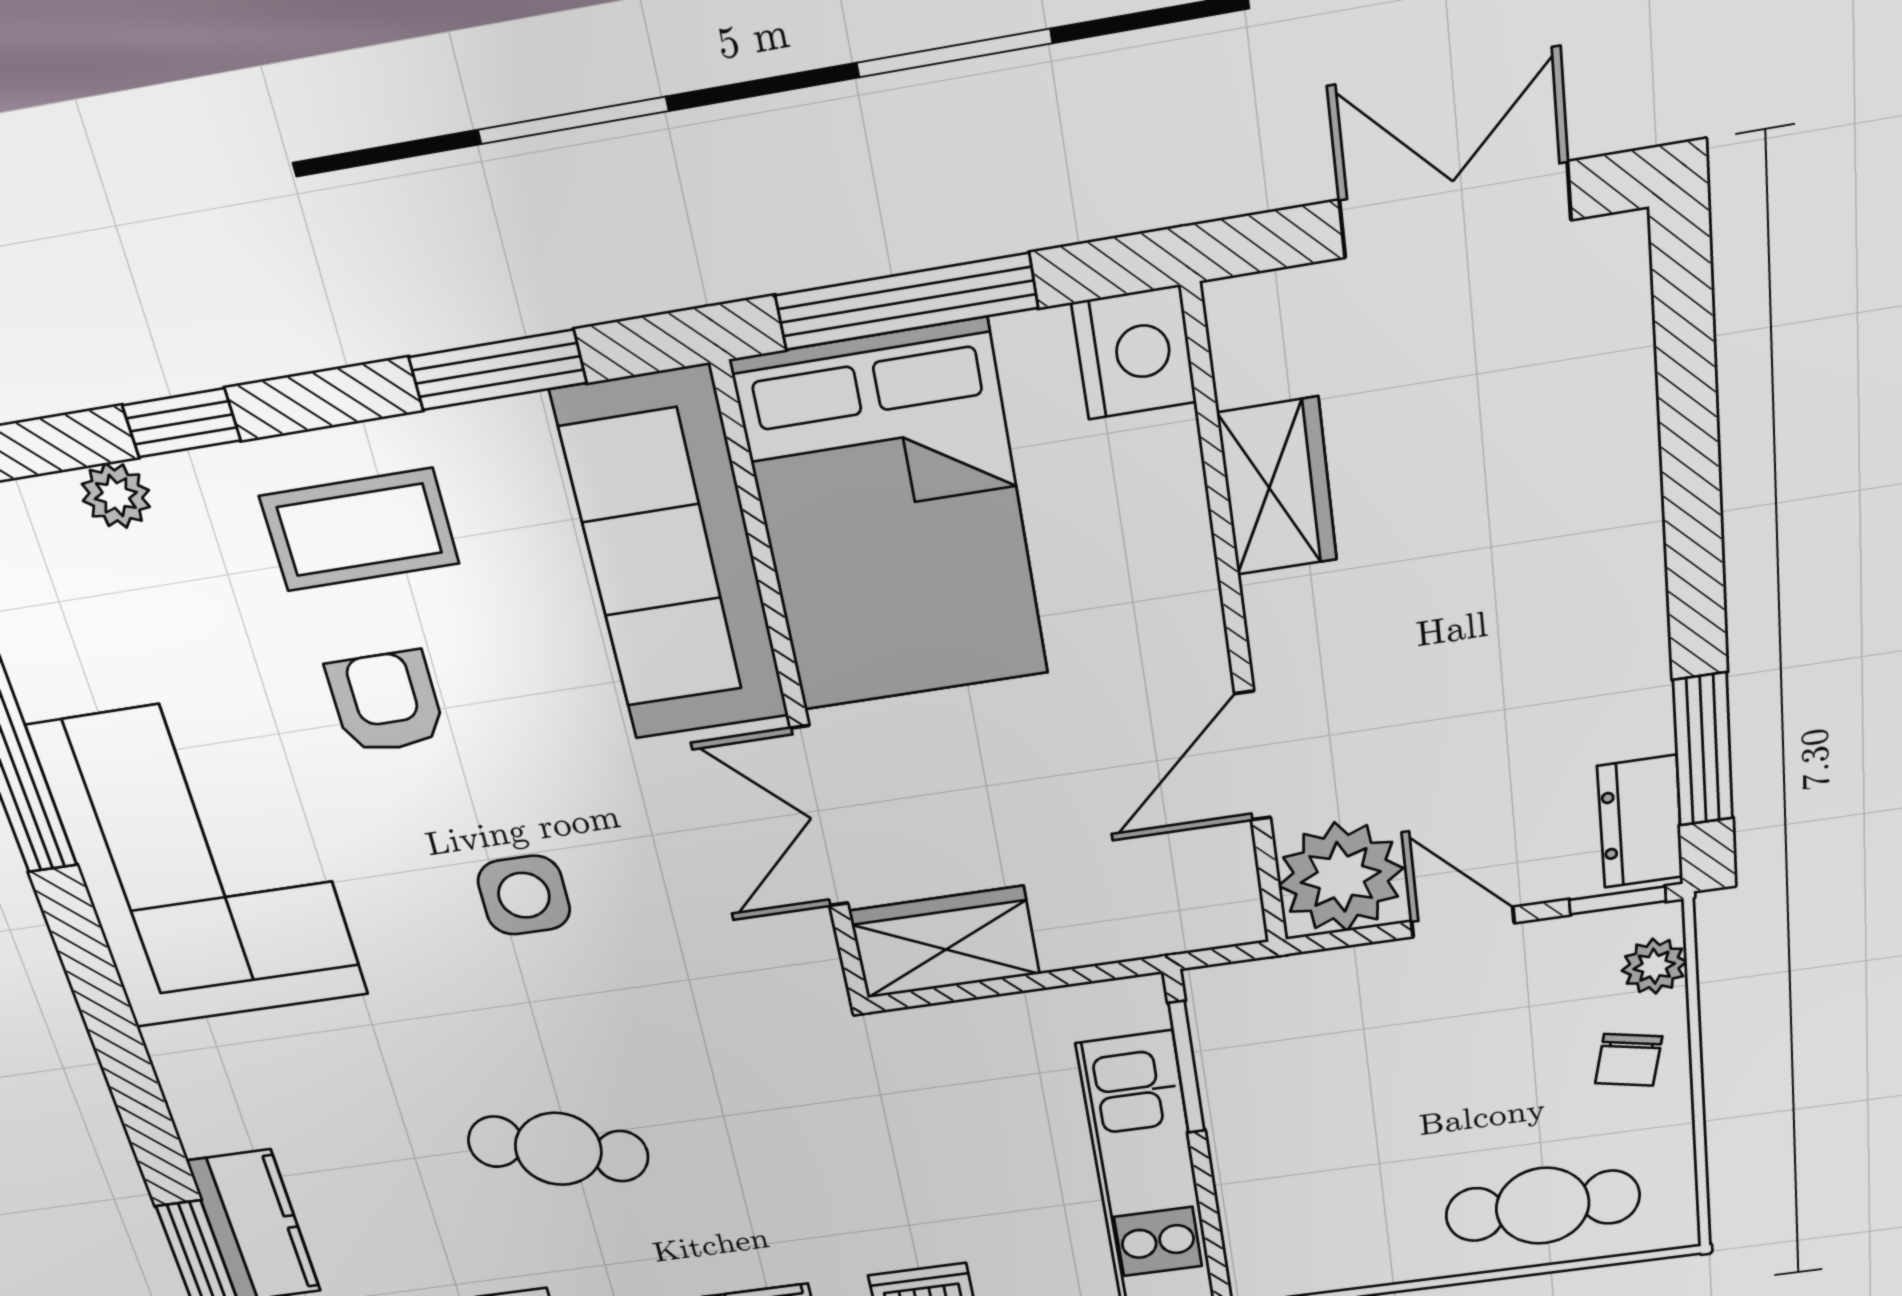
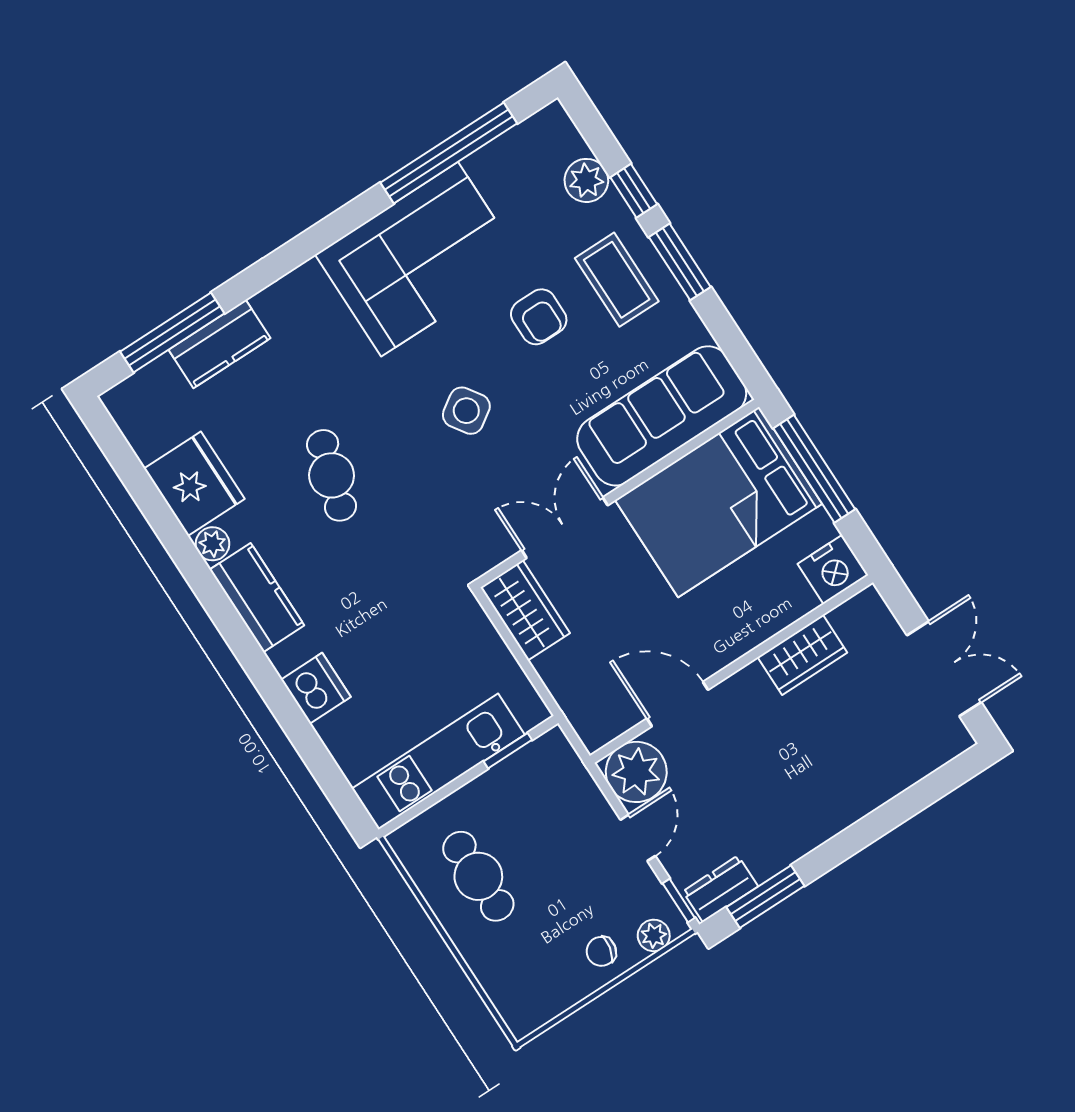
window: (498, 370) -> (680, 262), moved
plant: (116, 495) -> (586, 180), width x1.38, depth x1.38
armchair: (386, 702) -> (539, 317), turned 90
side table: (524, 895) -> (466, 411), turned -34
window: (1187, 1067) -> (508, 751), width x0.67
cafe table: (1543, 1206) -> (478, 876), moved

